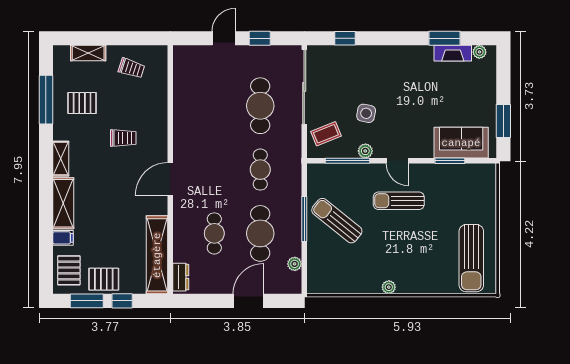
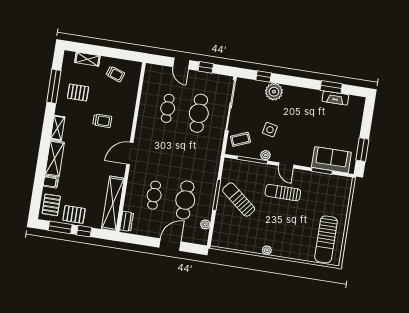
door: (224, 38) -> (181, 64), swing flipped
plant: (479, 52) -> (274, 92), moved, width x1.88, depth x1.88
cafe table: (260, 170) -> (168, 108), moved

